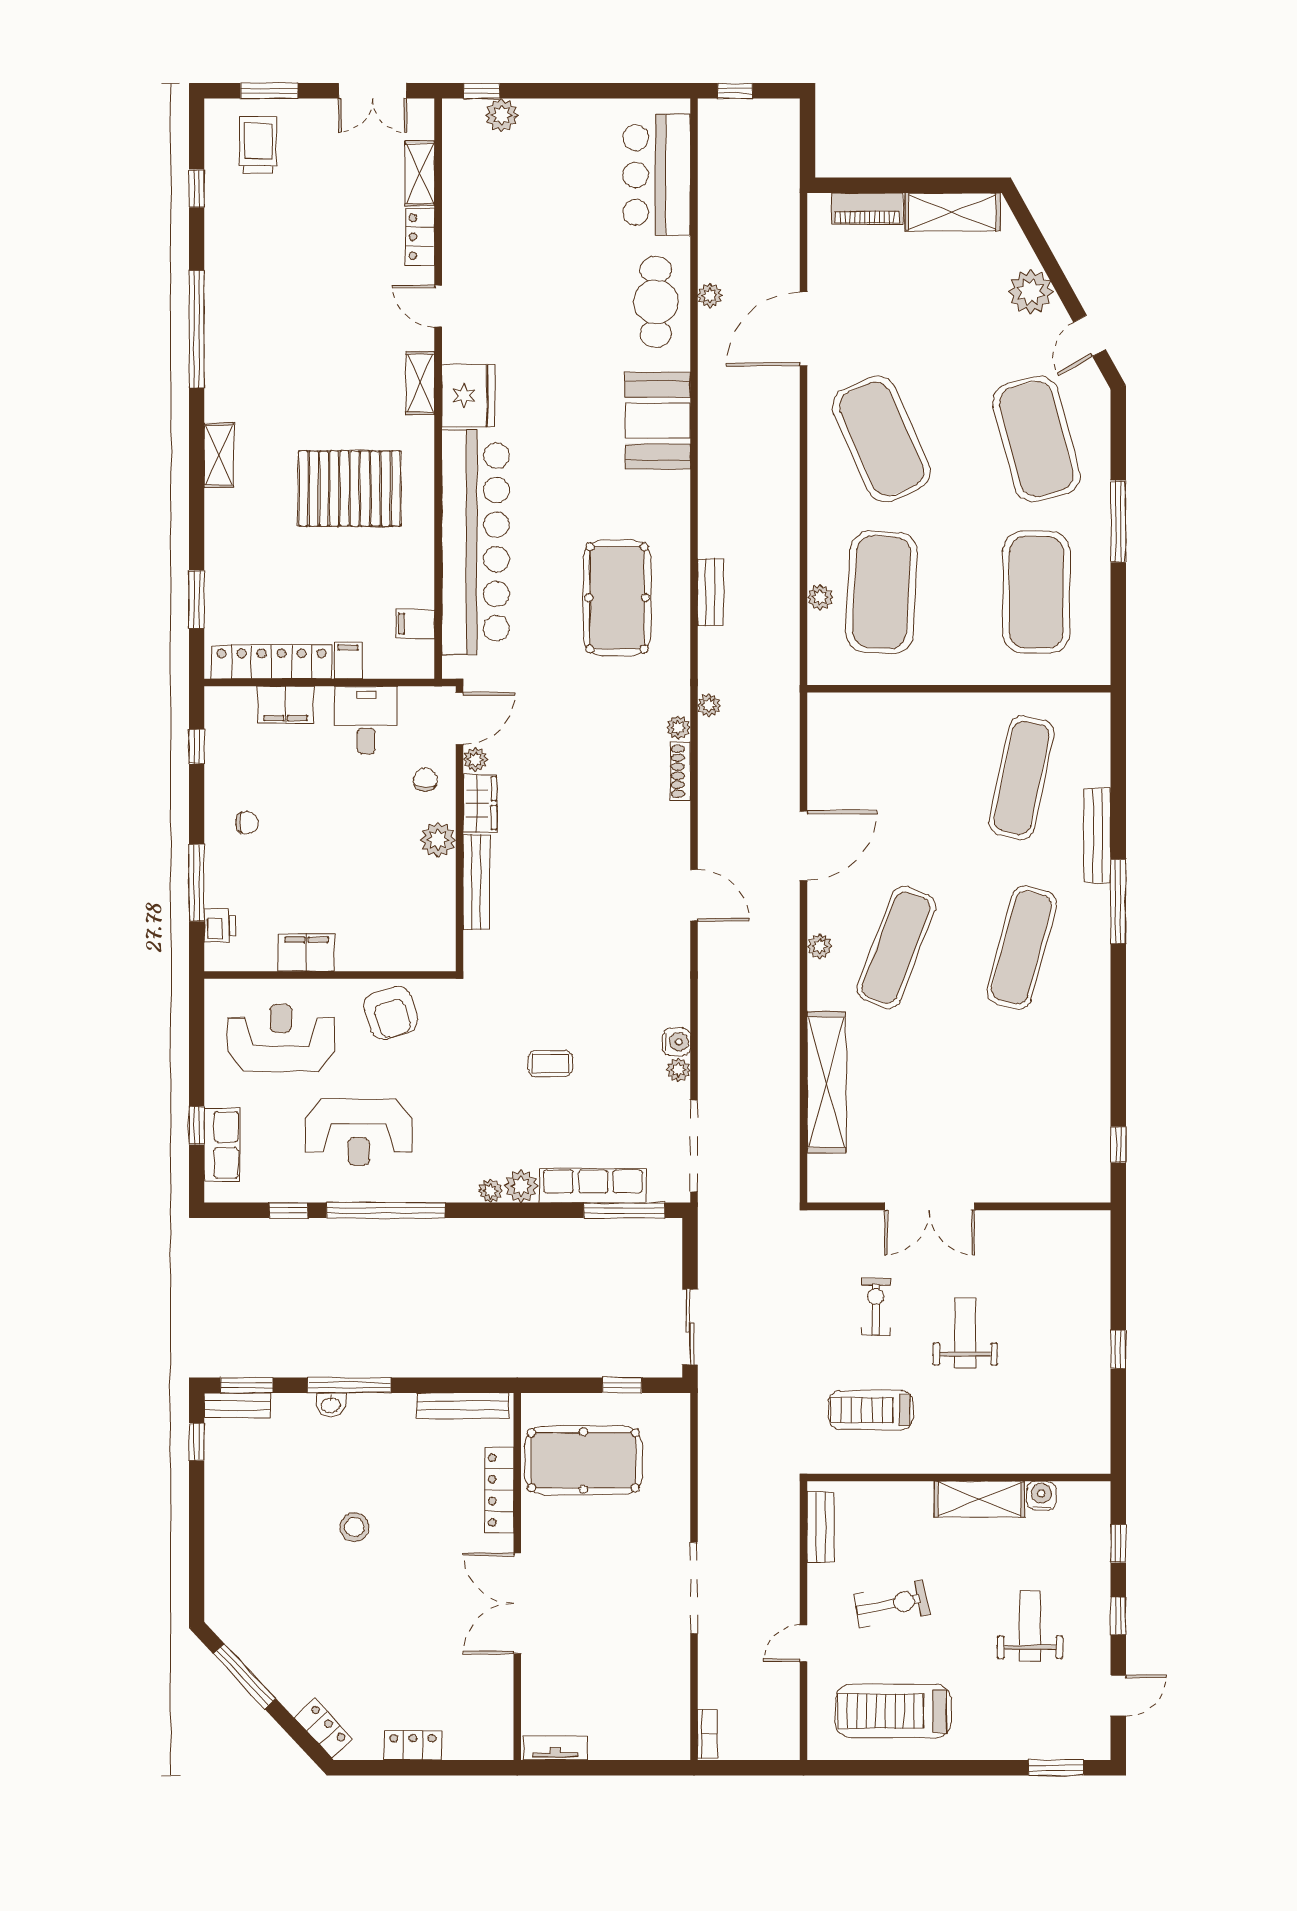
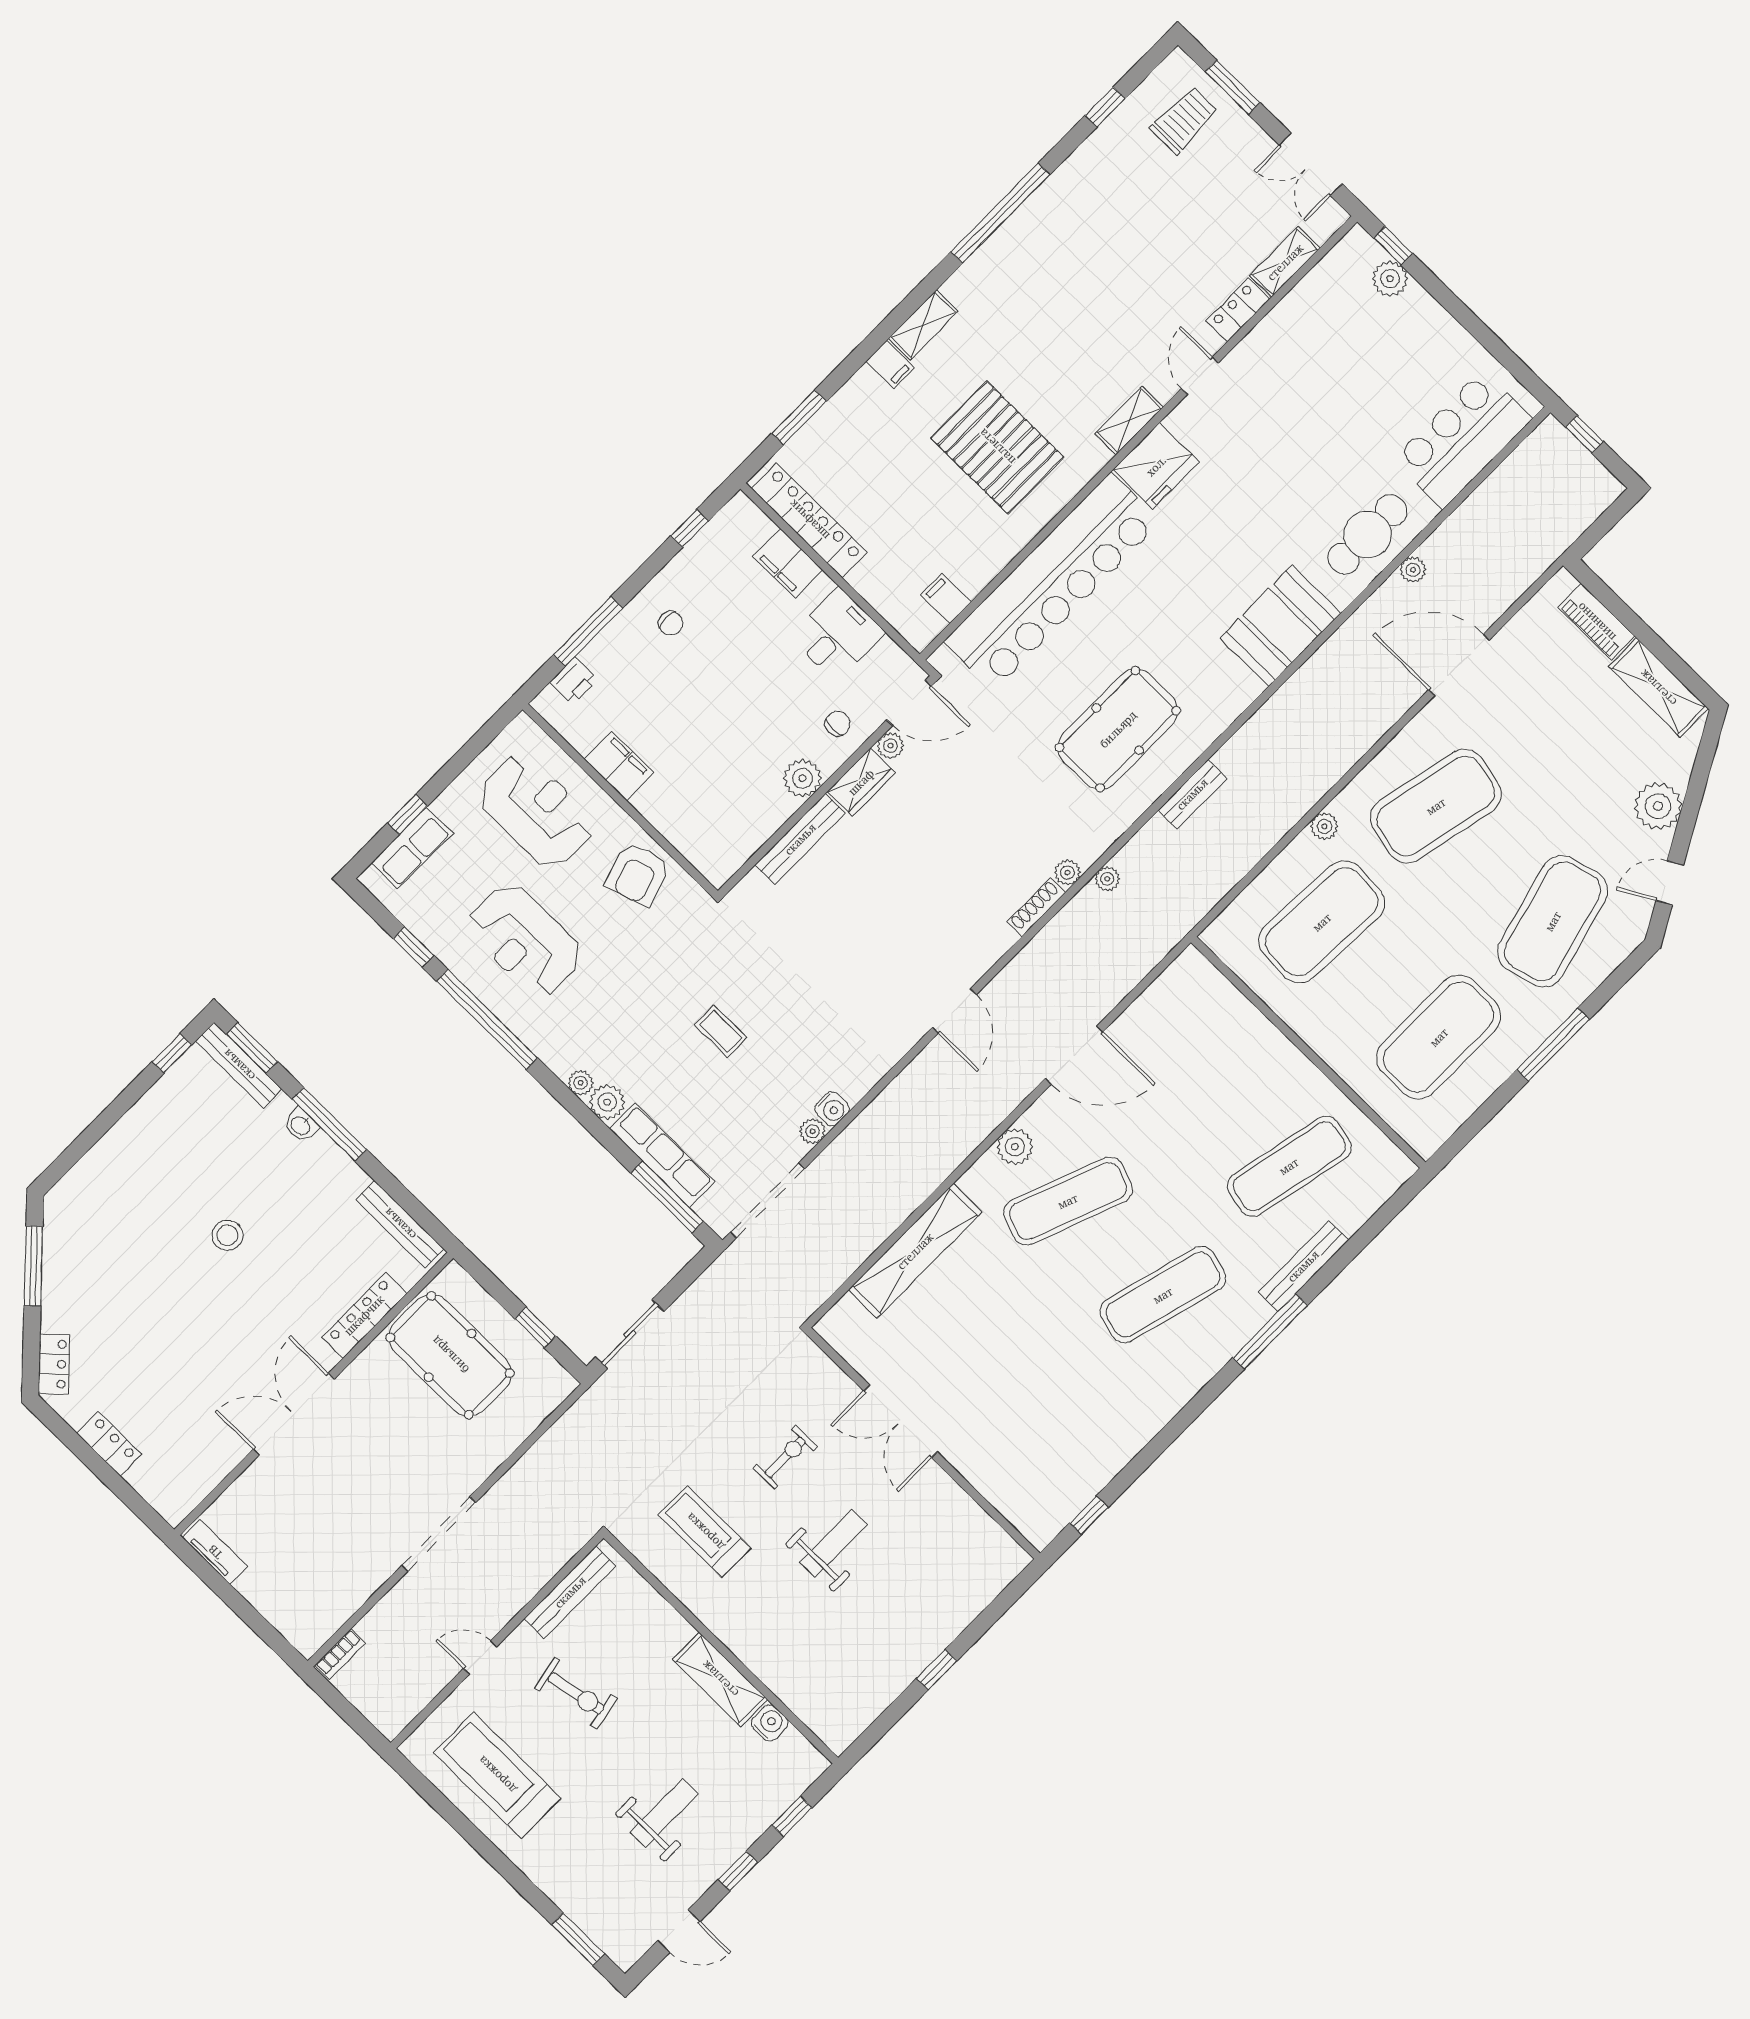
exercise mat: (882, 439) -> (1436, 806), turned 36
plant: (820, 597) -> (1324, 826), moved
filing cabinet: (348, 660) -> (890, 364), moved, turned 90
plant: (820, 946) -> (1015, 1147), width x1.38, depth x1.38
bench: (237, 1405) -> (239, 1065), width x1.36
bench: (821, 1527) -> (570, 1592), width x1.36

